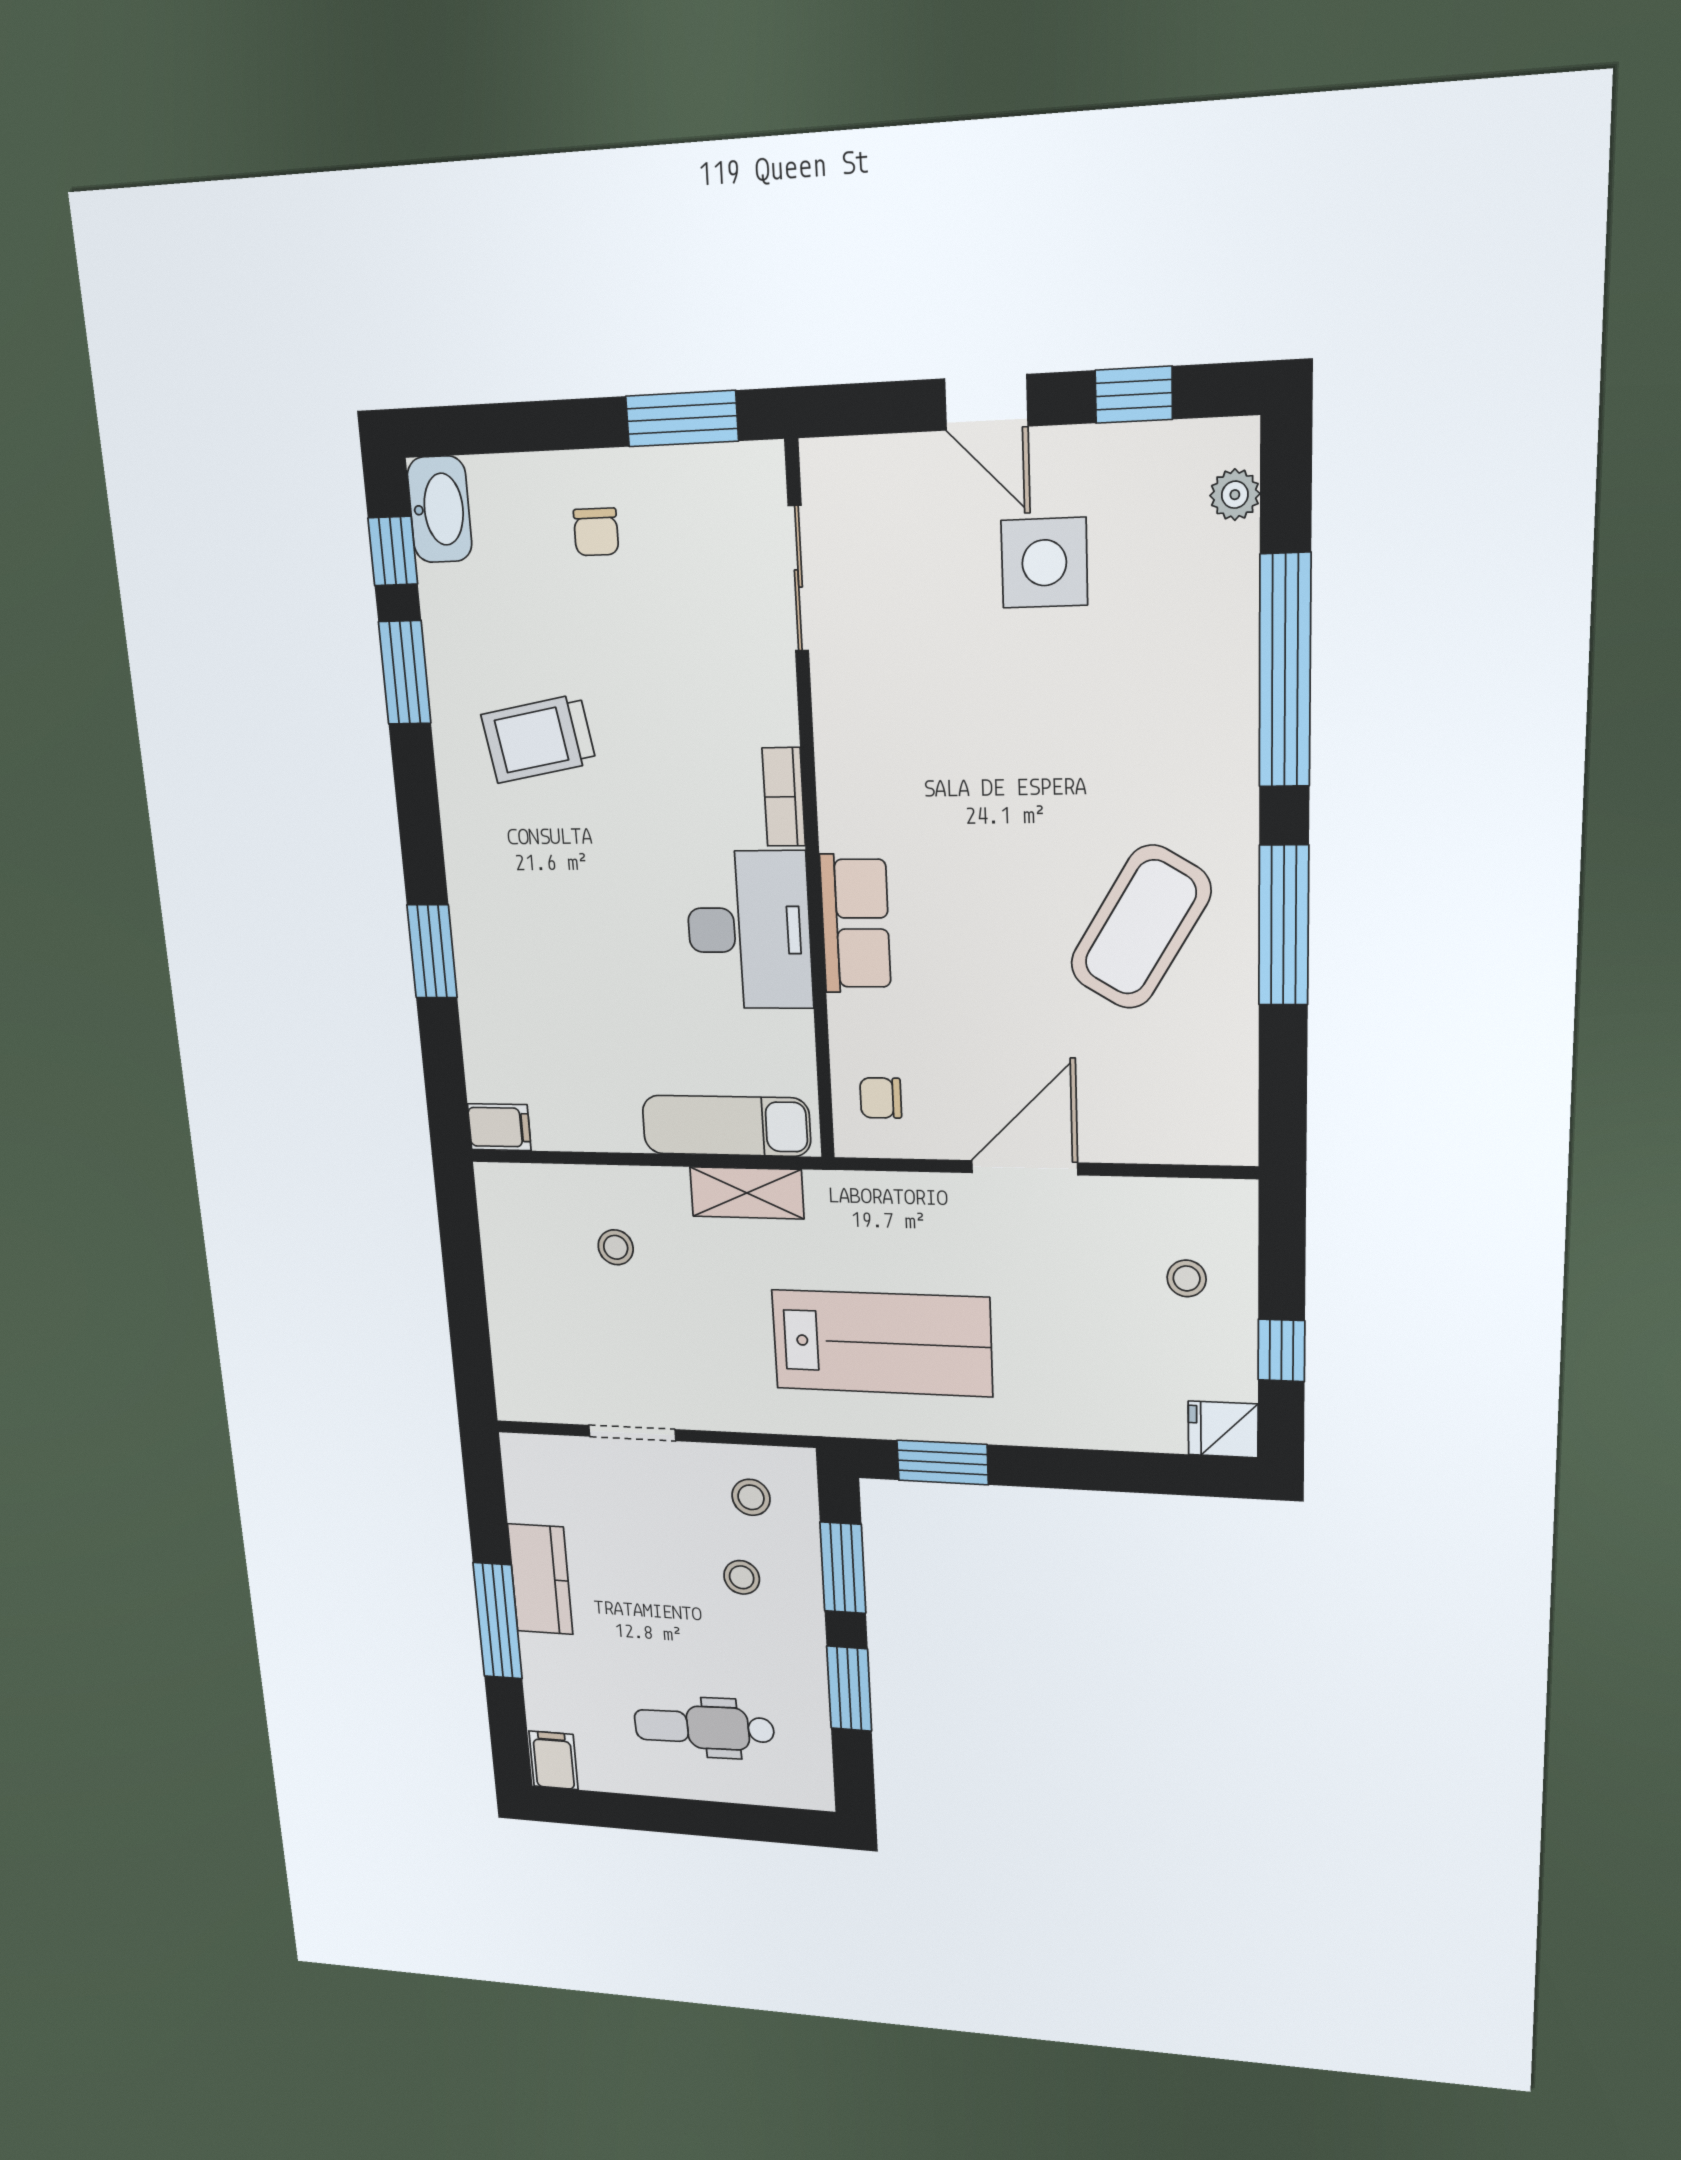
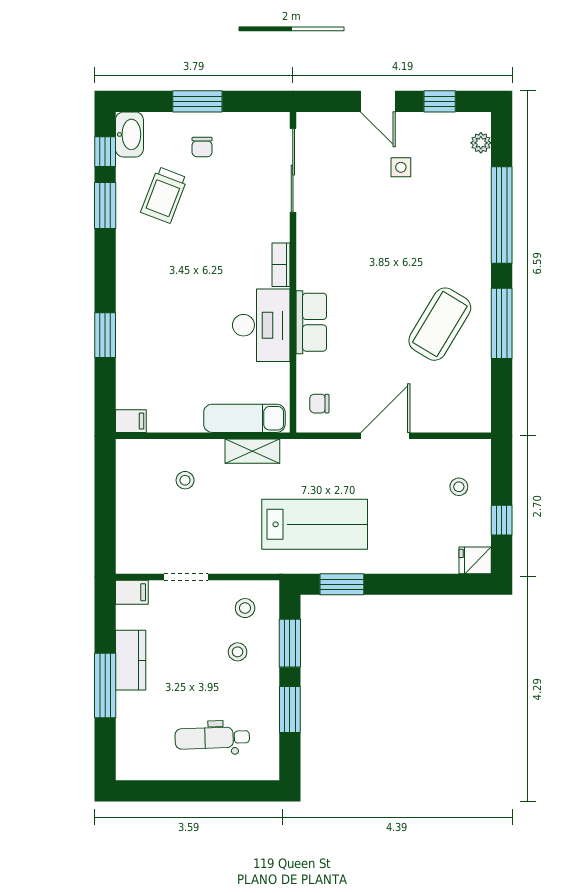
window: (682, 419) -> (197, 101), moved
side table: (1044, 563) -> (401, 167), width x0.54, depth x0.54
sliding door: (798, 579) -> (293, 170), width x1.37
trolley: (538, 739) -> (164, 195), moved, turned -59
filing cabinet: (553, 1760) -> (132, 592), moved, turned 90

